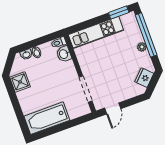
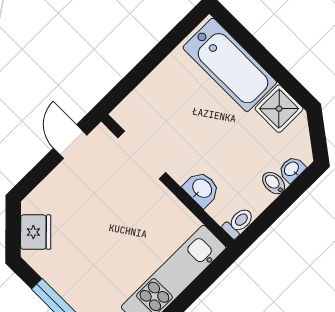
plant: (142, 47) -> (69, 291), removed
washbasin: (64, 54) -> (202, 189), moved
bathtub: (47, 118) -> (230, 65), moved, turned 90

